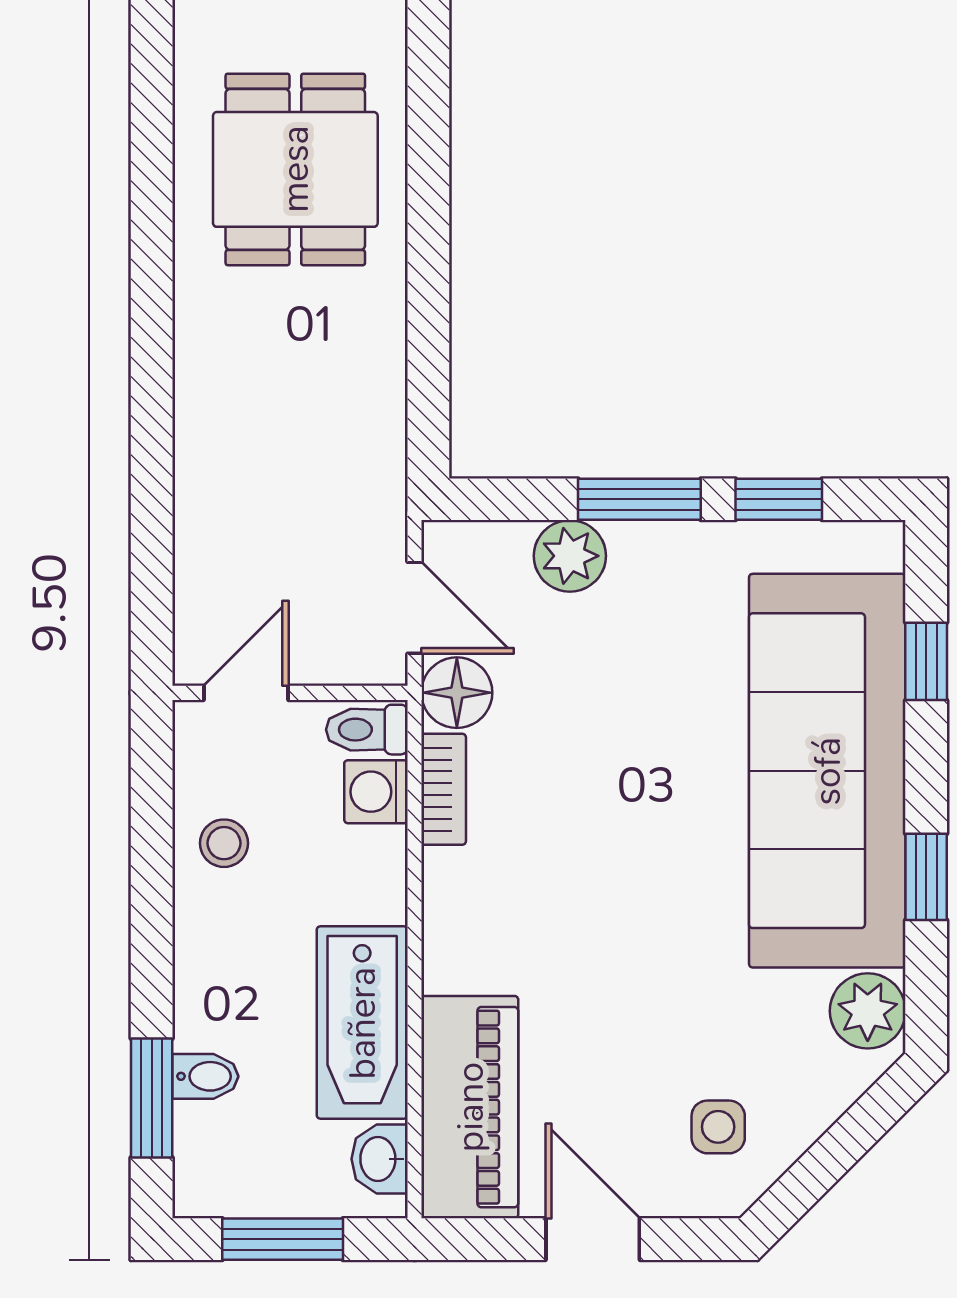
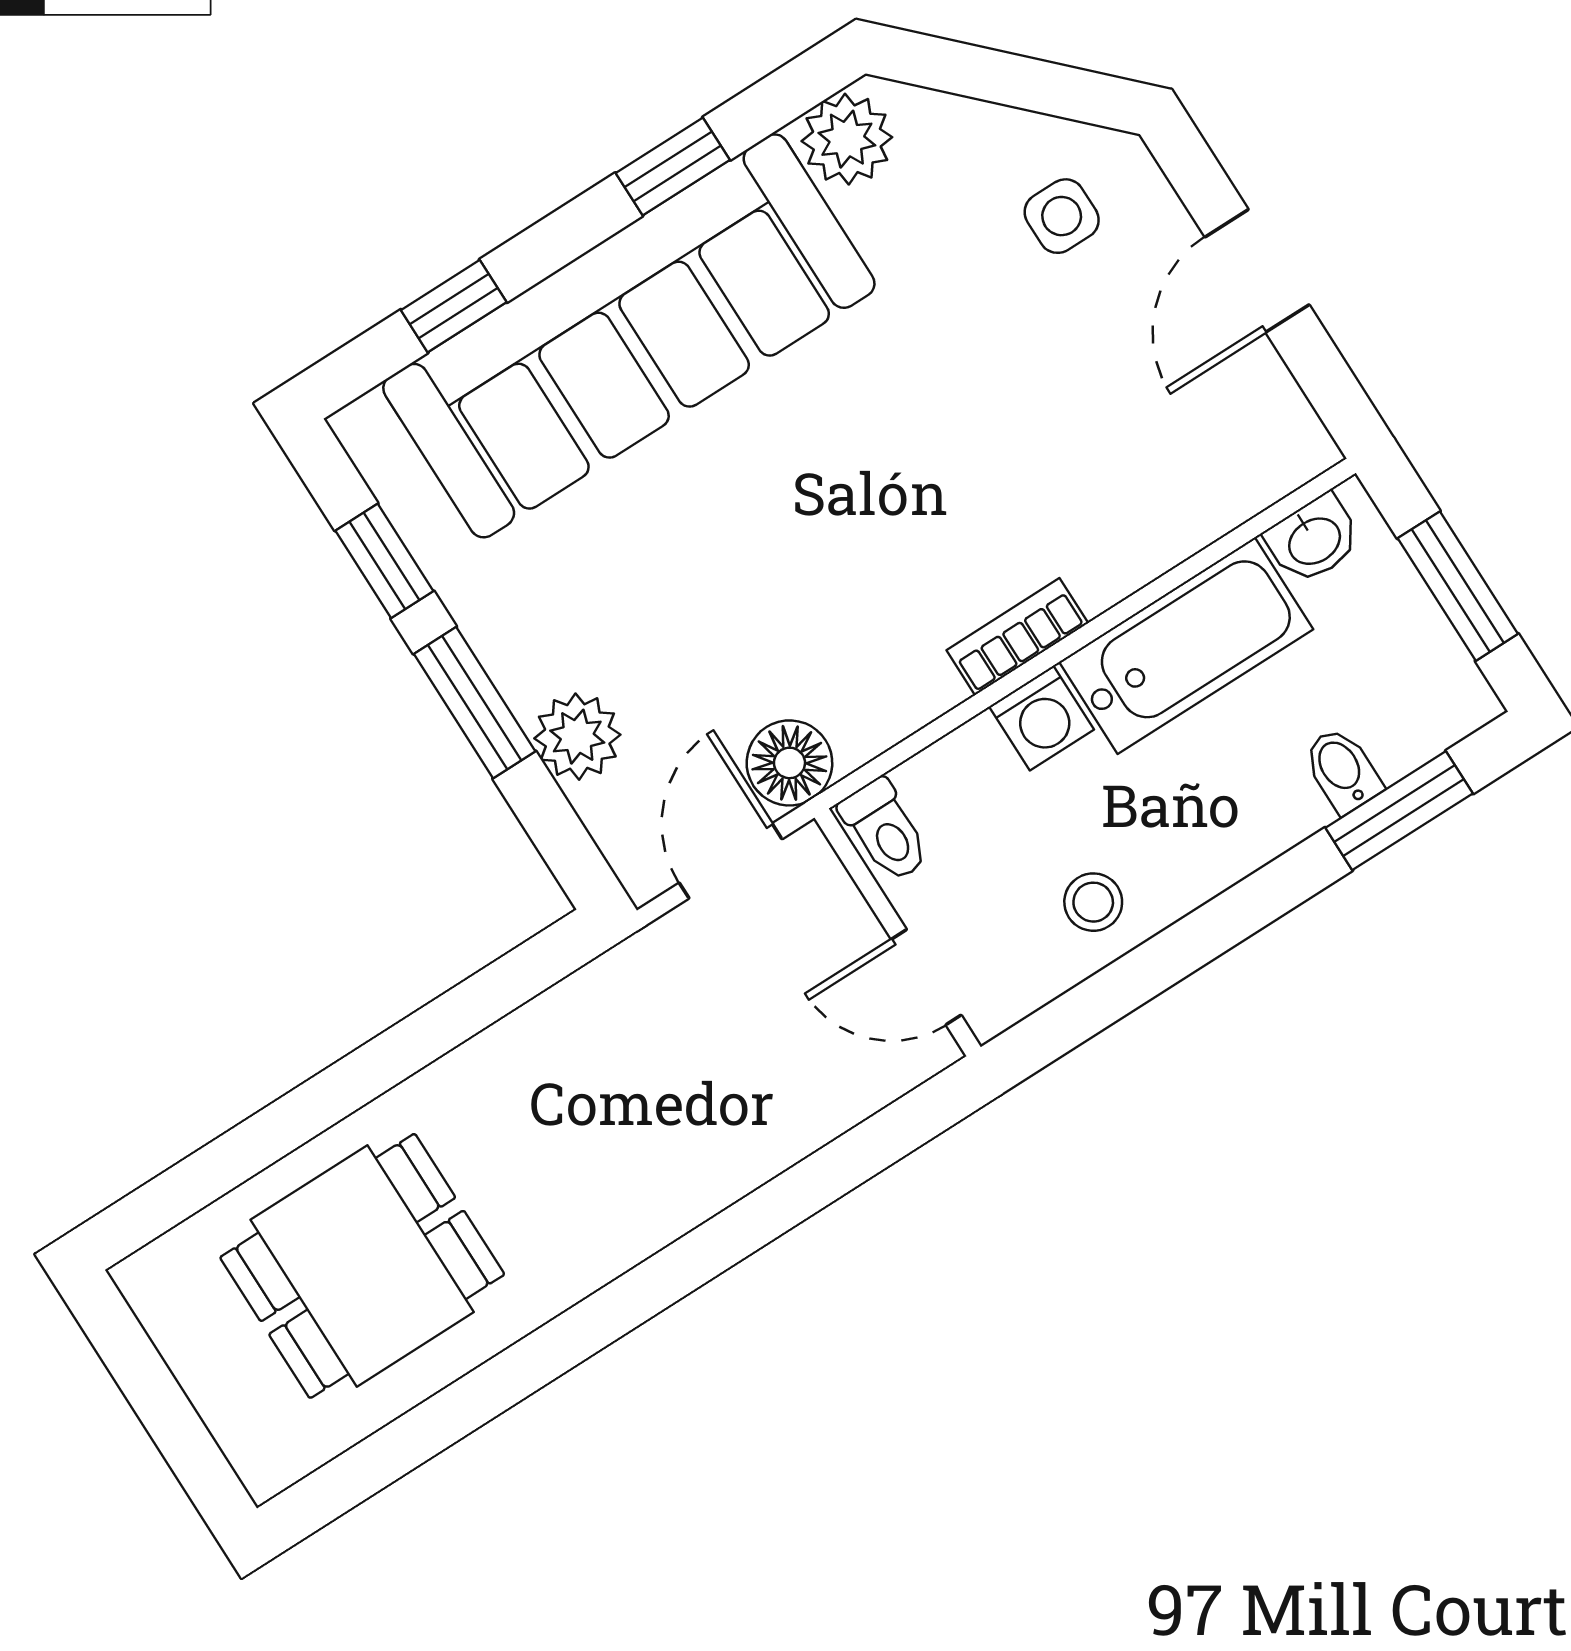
bookcase: (444, 789) -> (1017, 637), moved
washing machine: (376, 792) -> (1041, 718), moved
piano: (470, 1107) -> (1202, 481), removed

